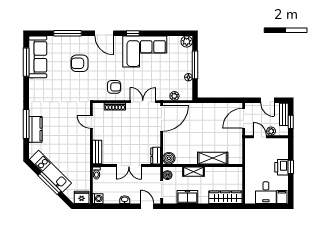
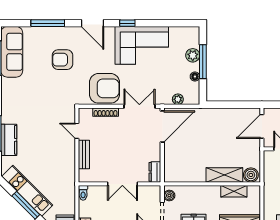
plant: (187, 41) -> (193, 55), moved
armchair: (114, 87) -> (105, 88), width x1.88, depth x1.88
bench: (97, 152) -> (84, 154), moved
boiler: (169, 158) -> (251, 175), moved
shelving: (193, 172) -> (234, 191), moved

